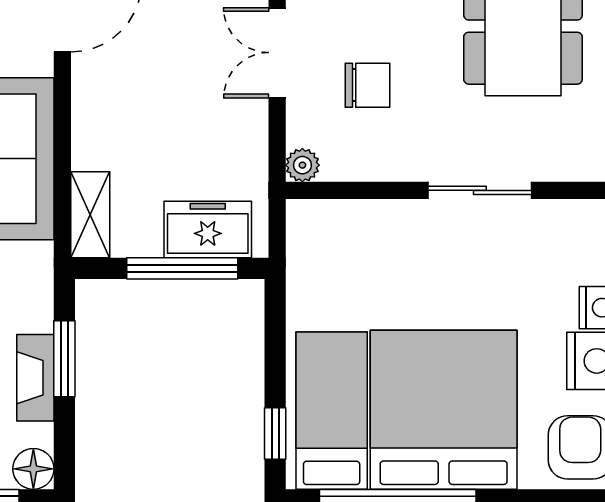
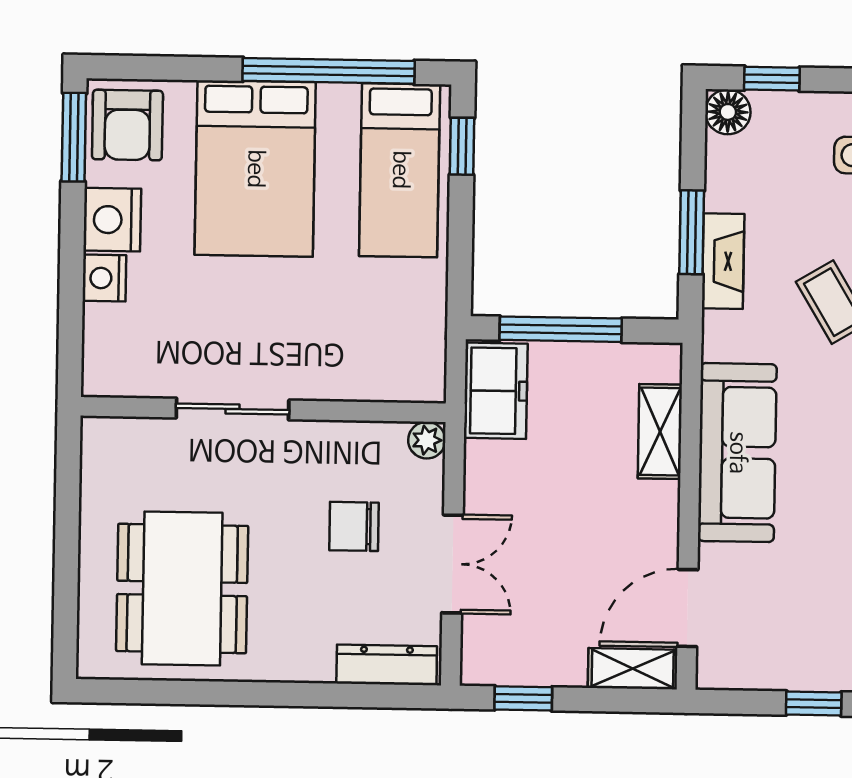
shelving: (90, 215) -> (660, 431), moved
freezer: (208, 229) -> (496, 391), moved, turned -90
fireplace: (35, 378) -> (723, 261), moved
bed: (444, 410) -> (255, 169), width x0.73

